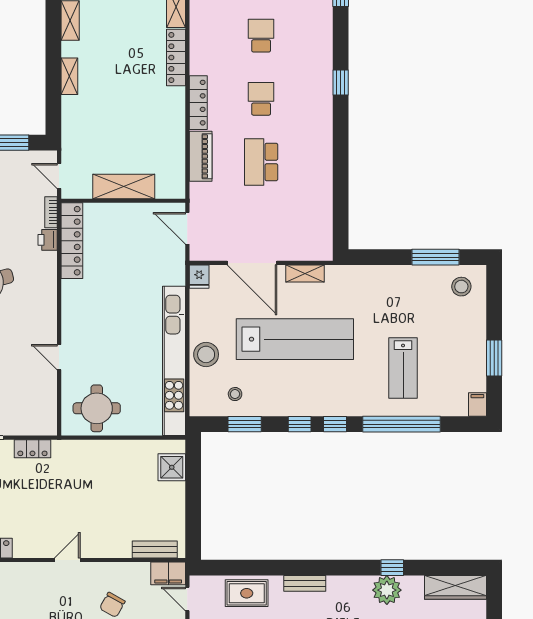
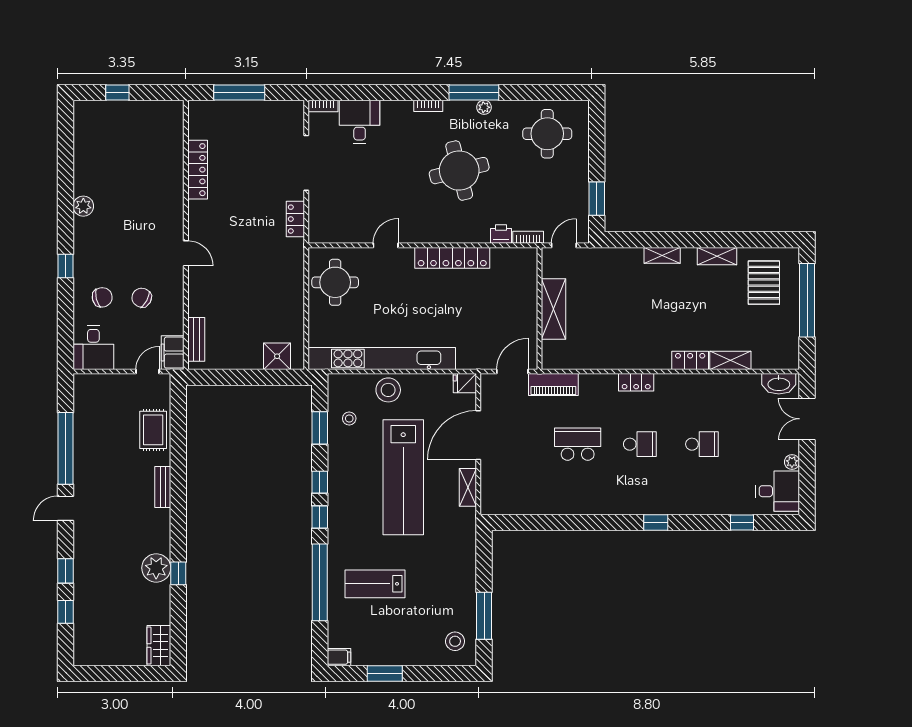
locker: (176, 57) -> (690, 360), width x0.66
locker: (198, 103) -> (636, 382), width x0.66
piano: (201, 156) -> (553, 384), moved
locker: (72, 241) -> (452, 258), moved
wardrobe: (455, 587) -> (159, 646), width x0.67

